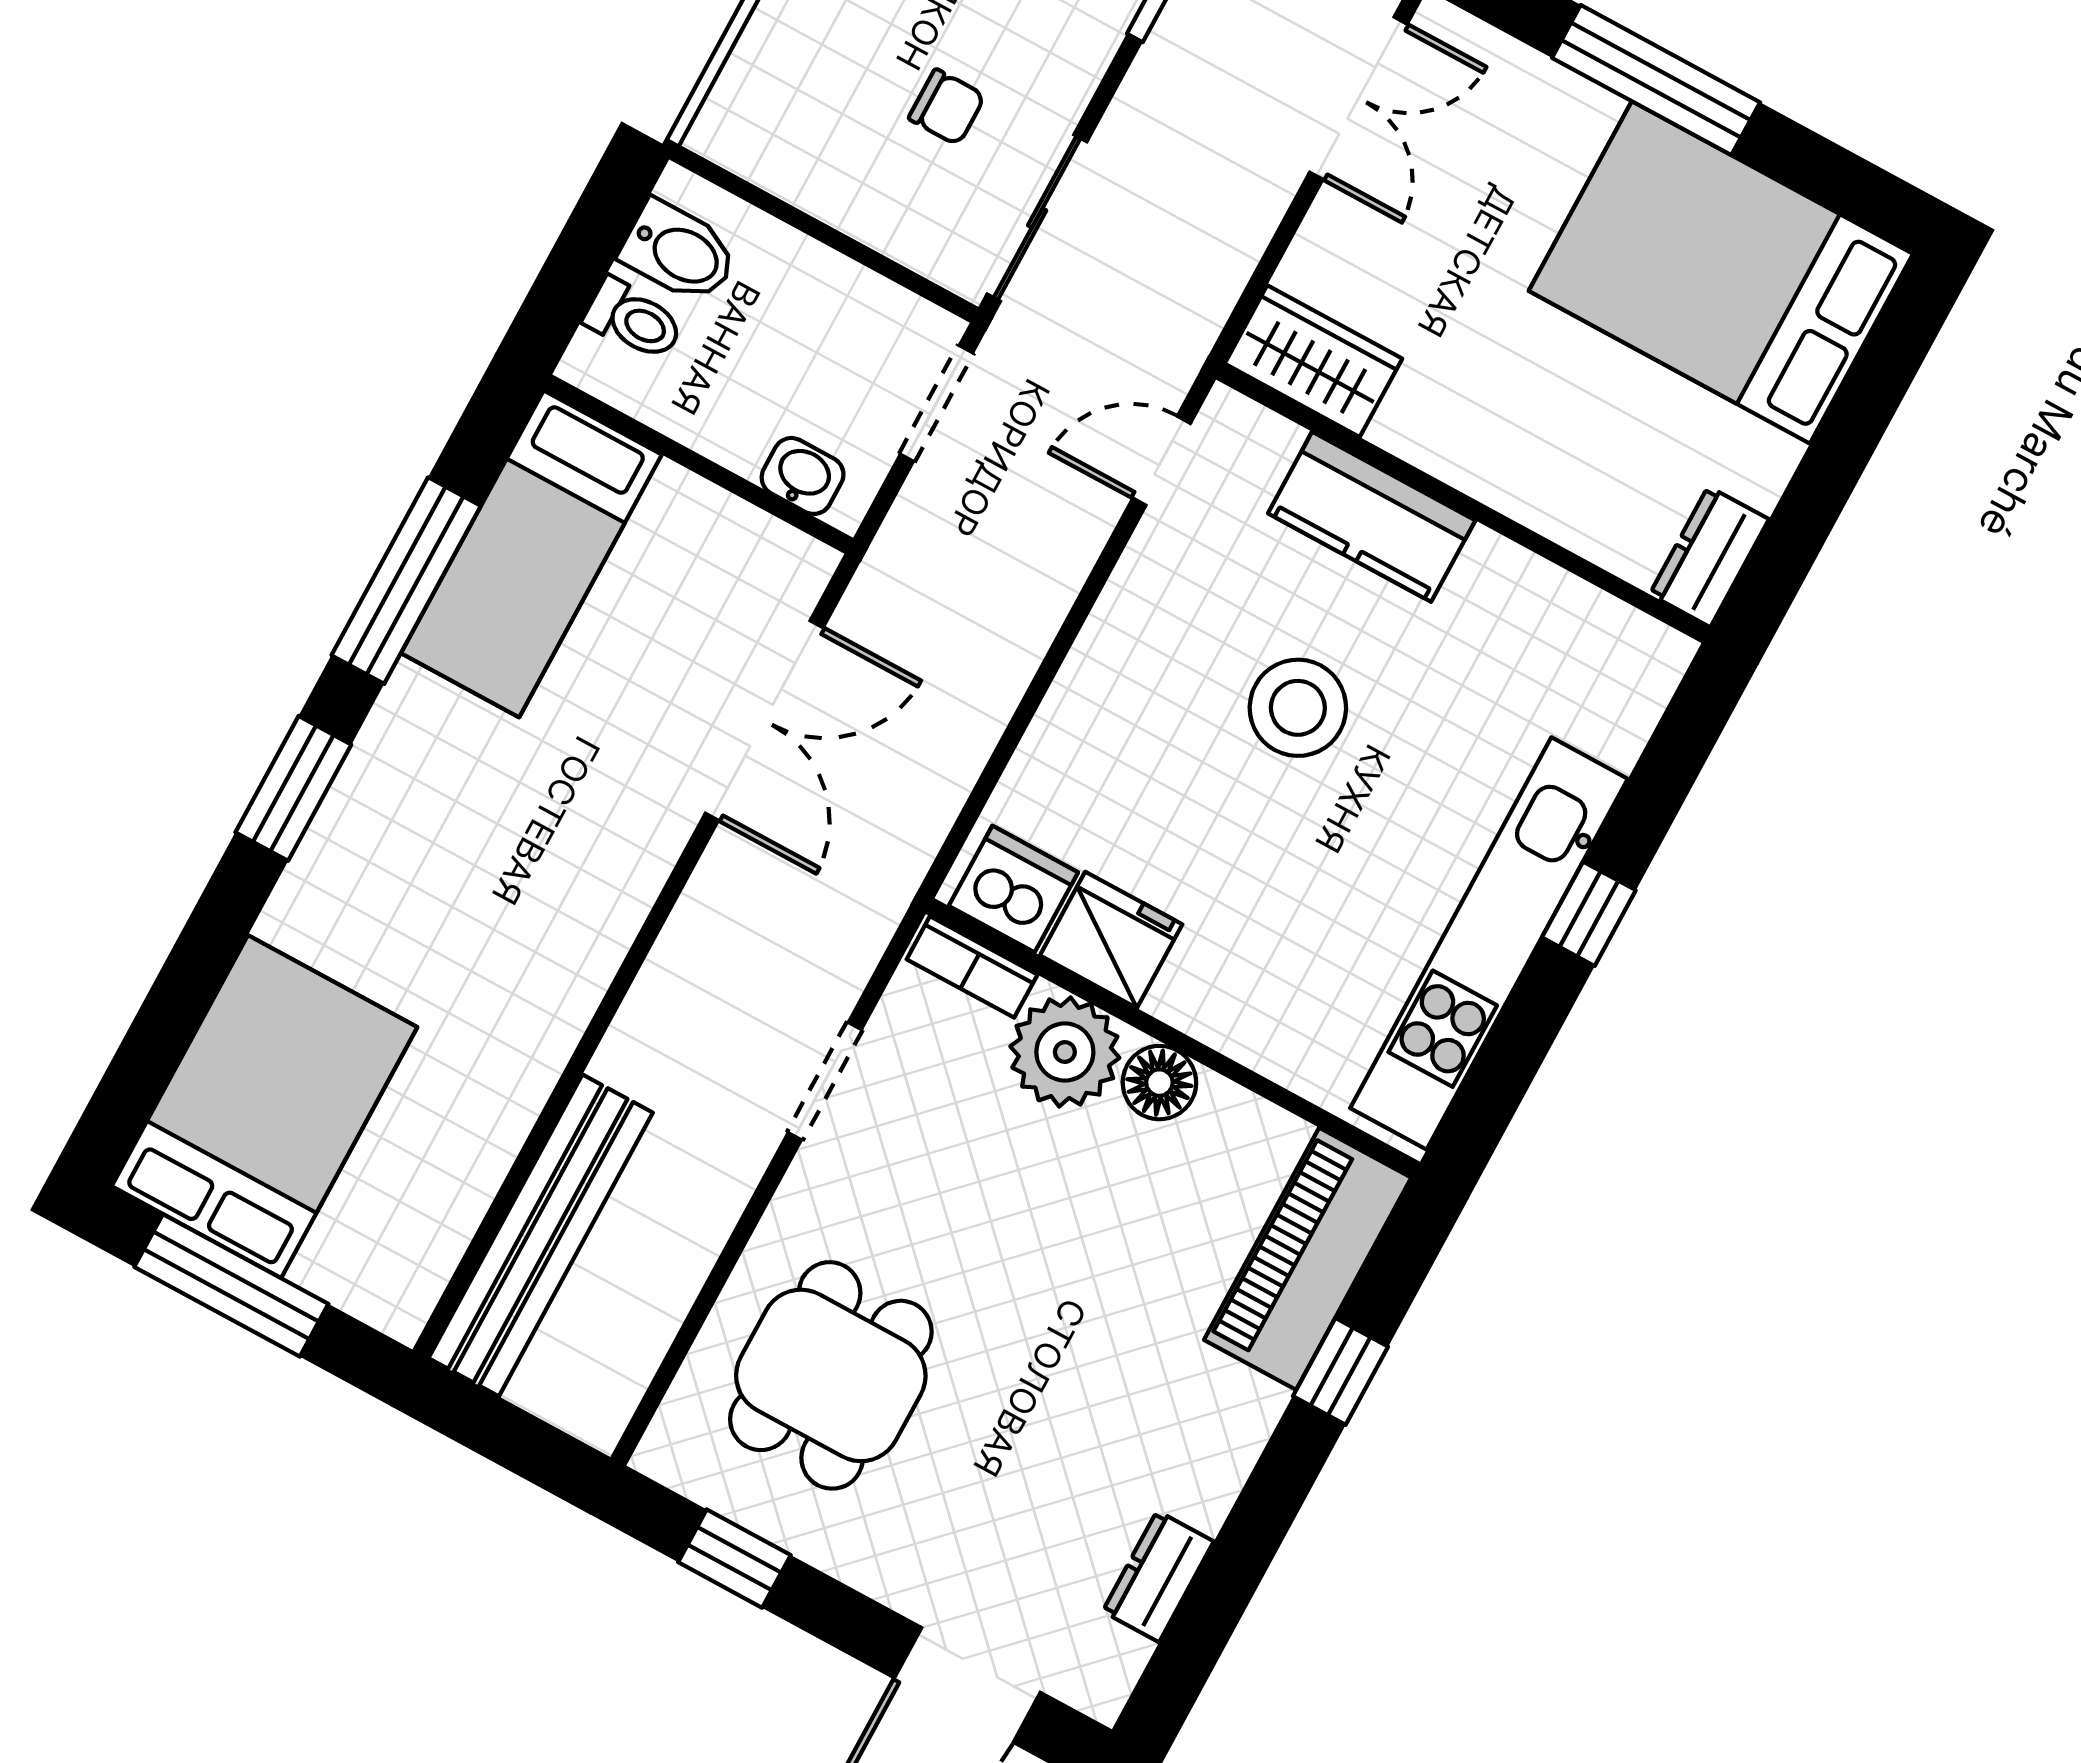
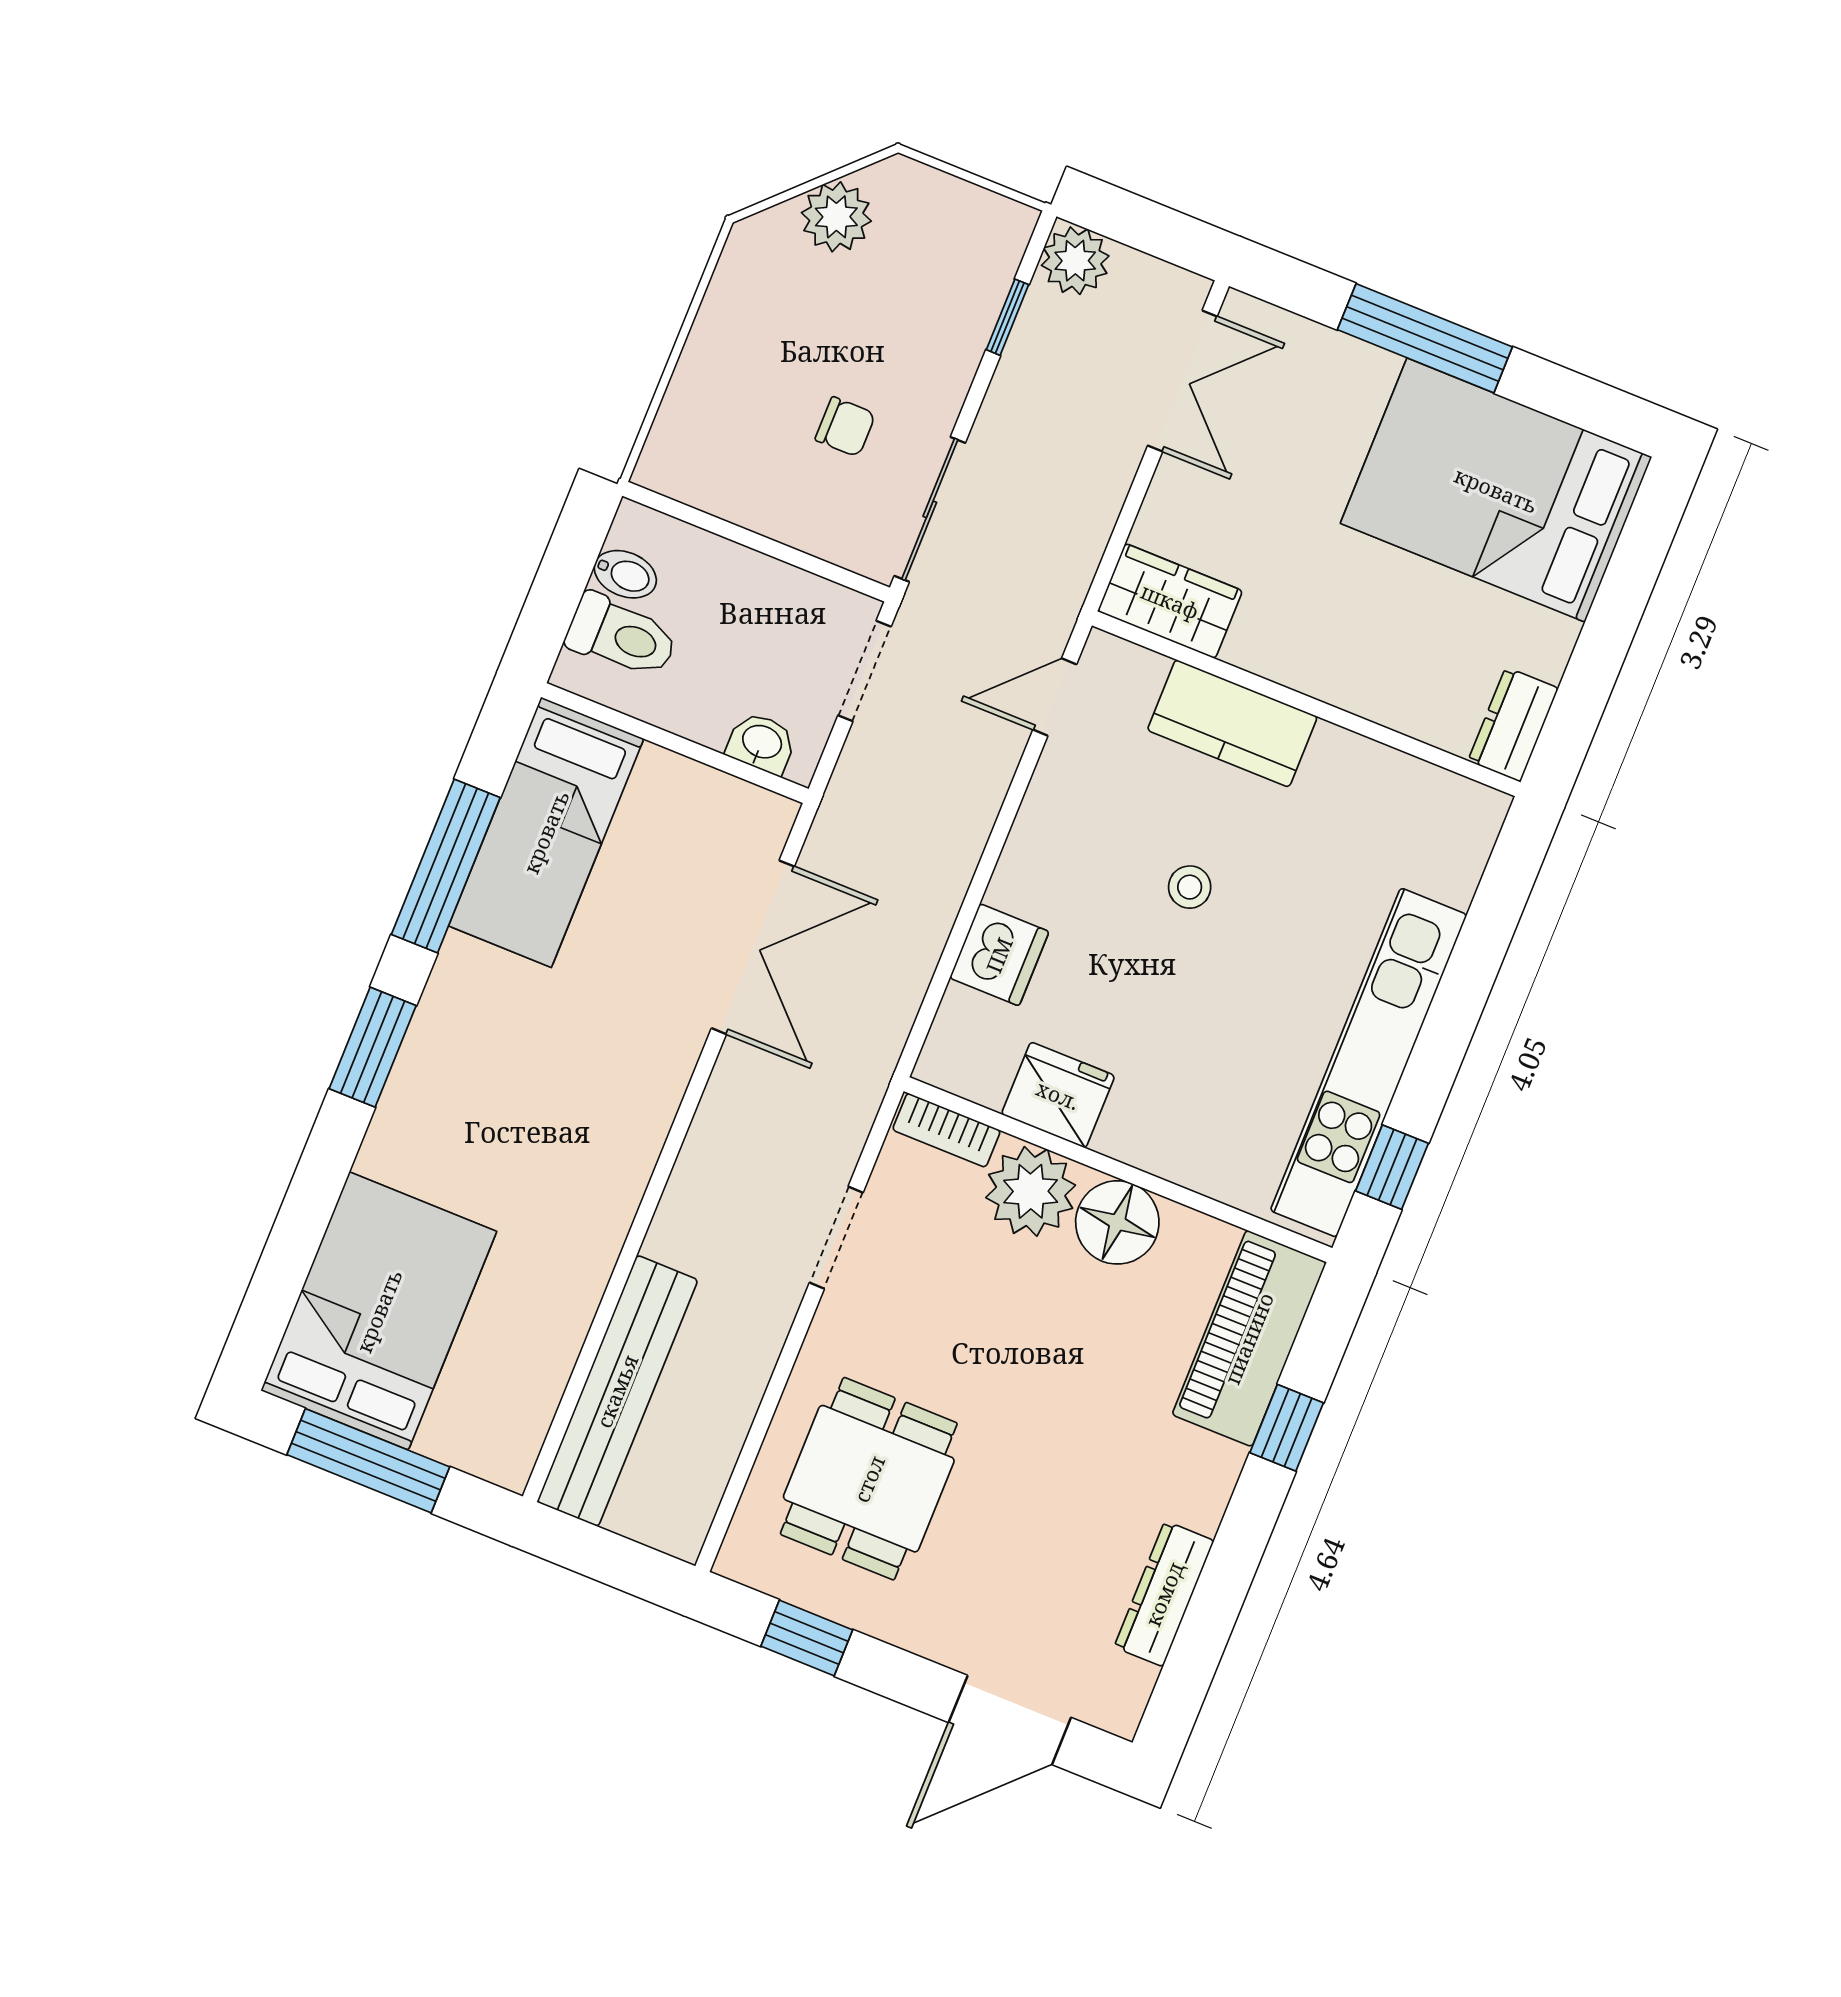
bidet: (679, 252) -> (625, 574), width x0.72, depth x0.74
toilet: (634, 320) -> (622, 636), width x1.37, depth x1.39
stool: (1298, 708) -> (1190, 887), width x0.53, depth x0.53
dishwasher: (1013, 889) -> (999, 955), moved, turned 90
window: (1589, 914) -> (1392, 1167), moved
floor lamp: (1159, 1083) -> (1117, 1222), width x1.38, depth x1.38
dresser: (1158, 1576) -> (1164, 1594), width x1.44

